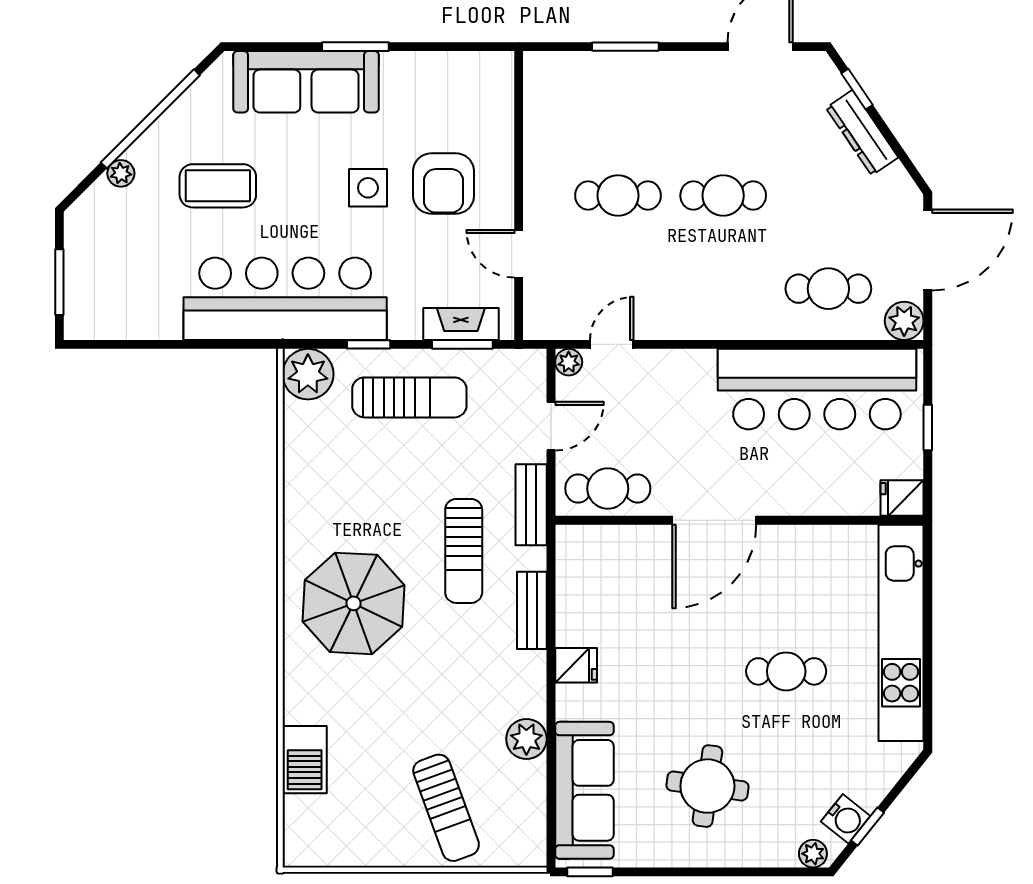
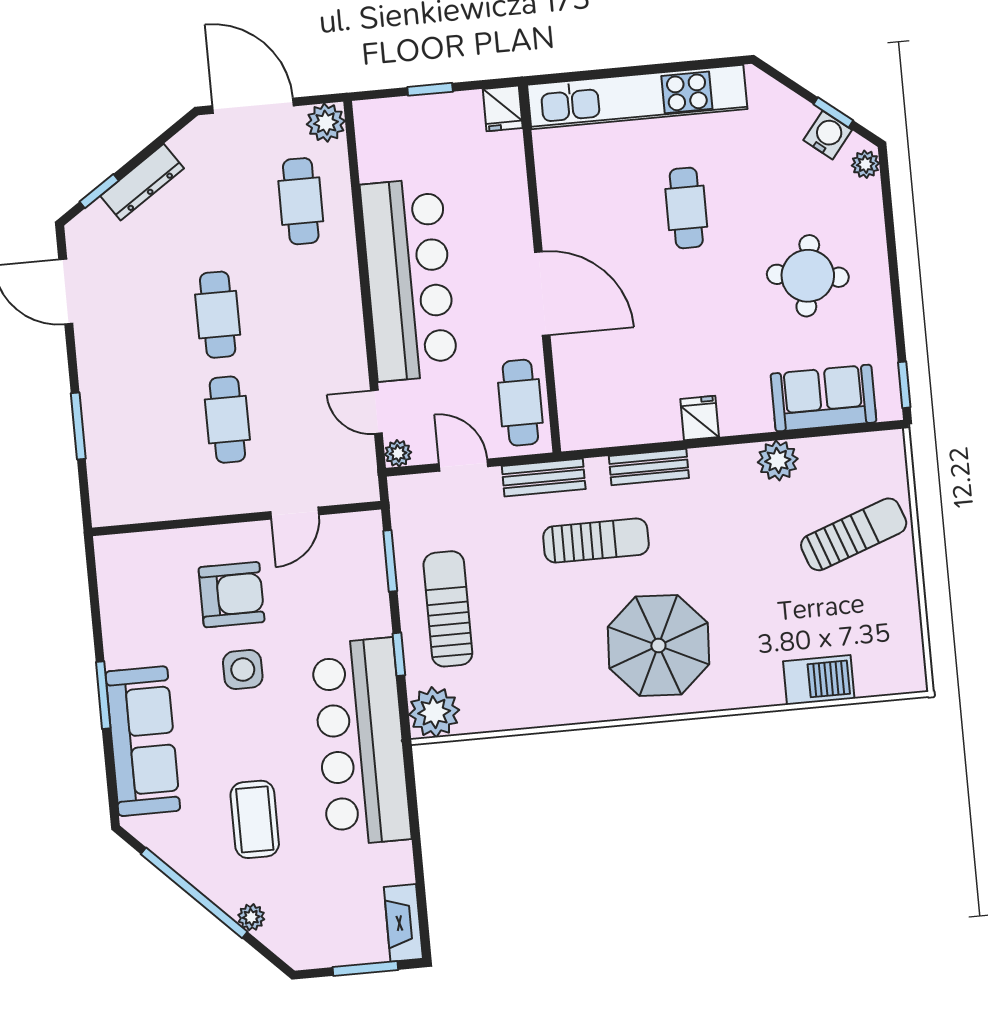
fireplace: (461, 324) -> (403, 923), moved
bar counter: (817, 389) -> (409, 280), moved
sofa: (584, 790) -> (823, 398), width x0.73

